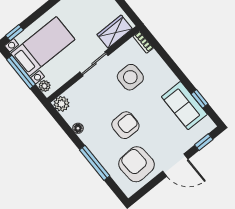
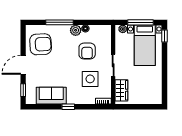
window: (200, 99) -> (68, 107), moved
plant: (62, 104) -> (76, 30), moved
armchair: (125, 125) -> (87, 51), moved

